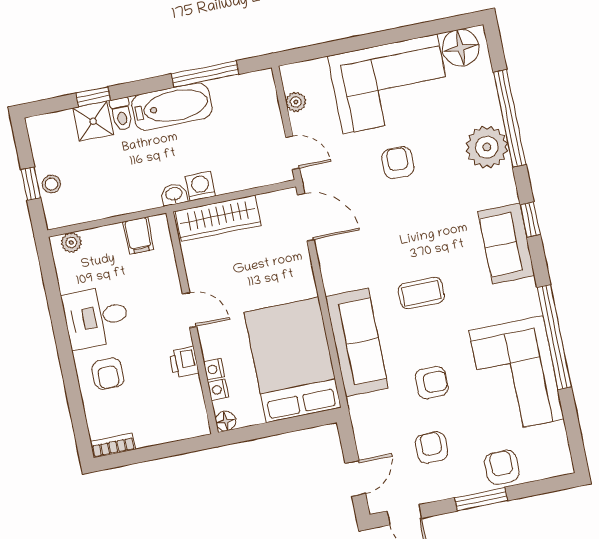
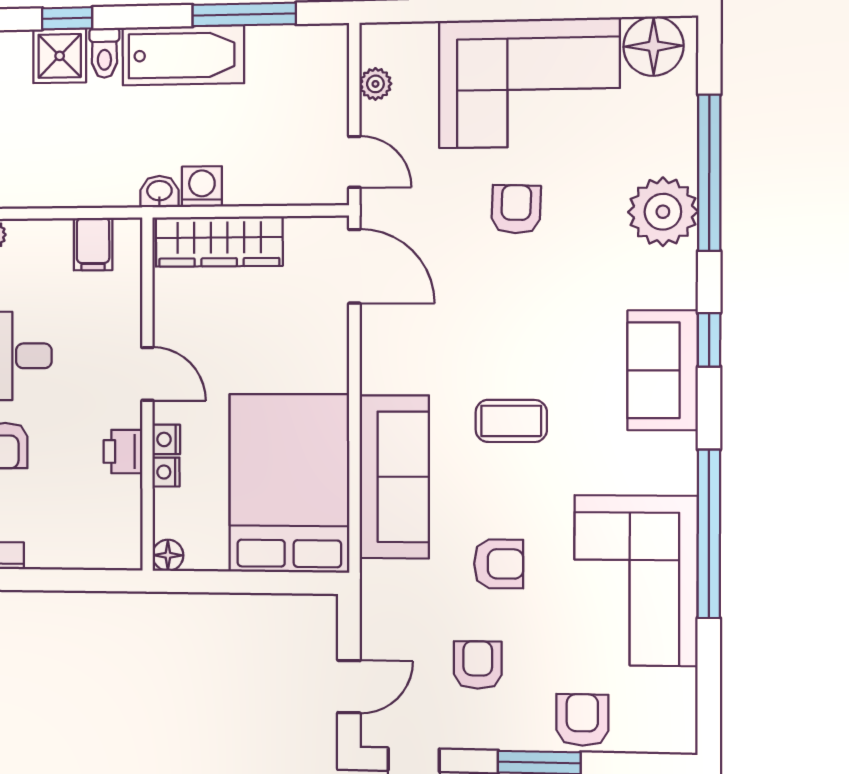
nightstand: (218, 389) -> (166, 439), moved

